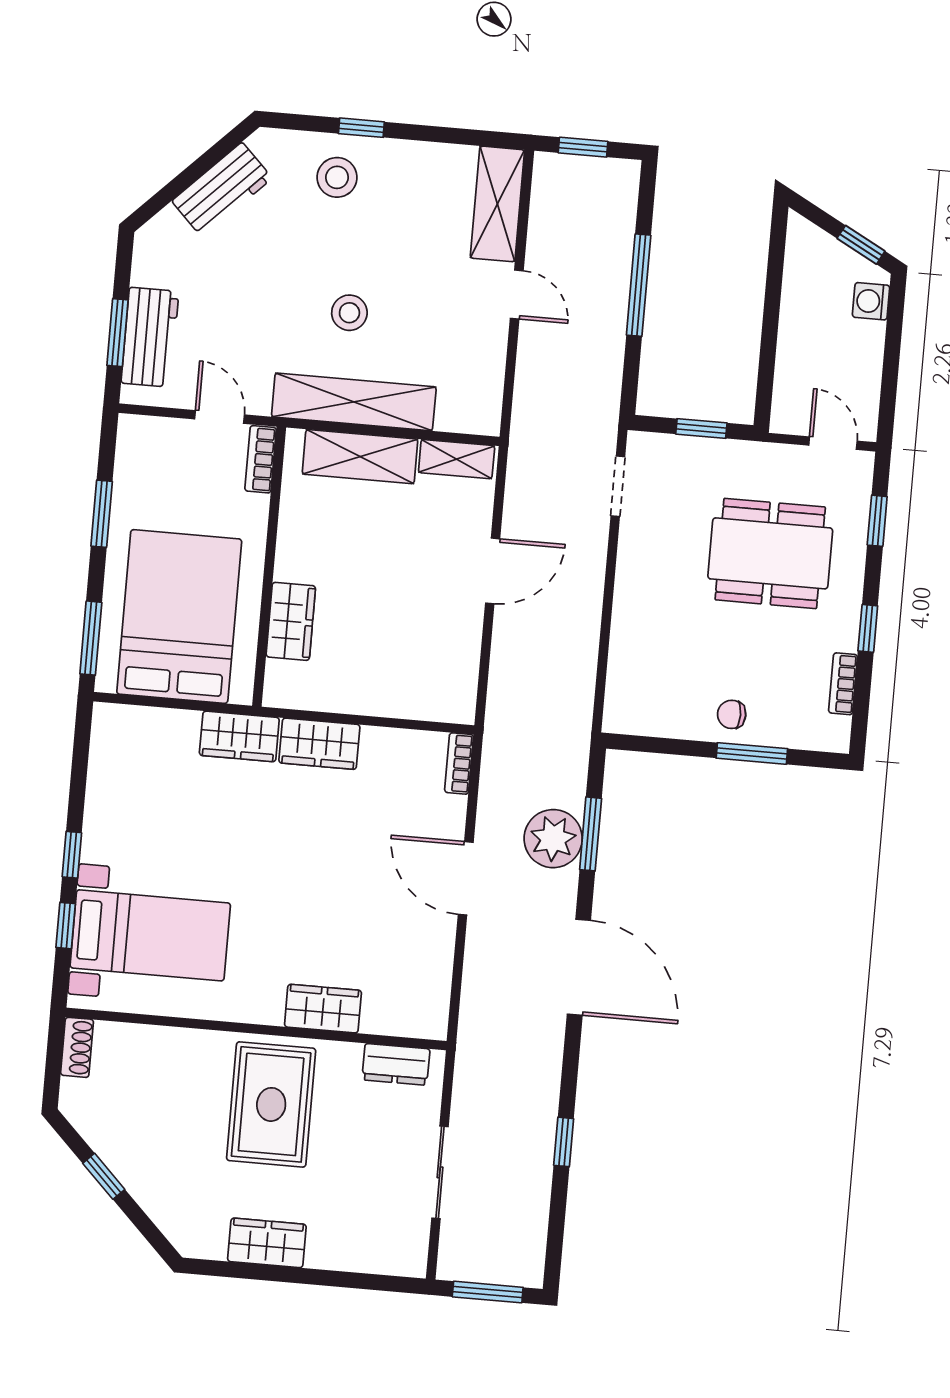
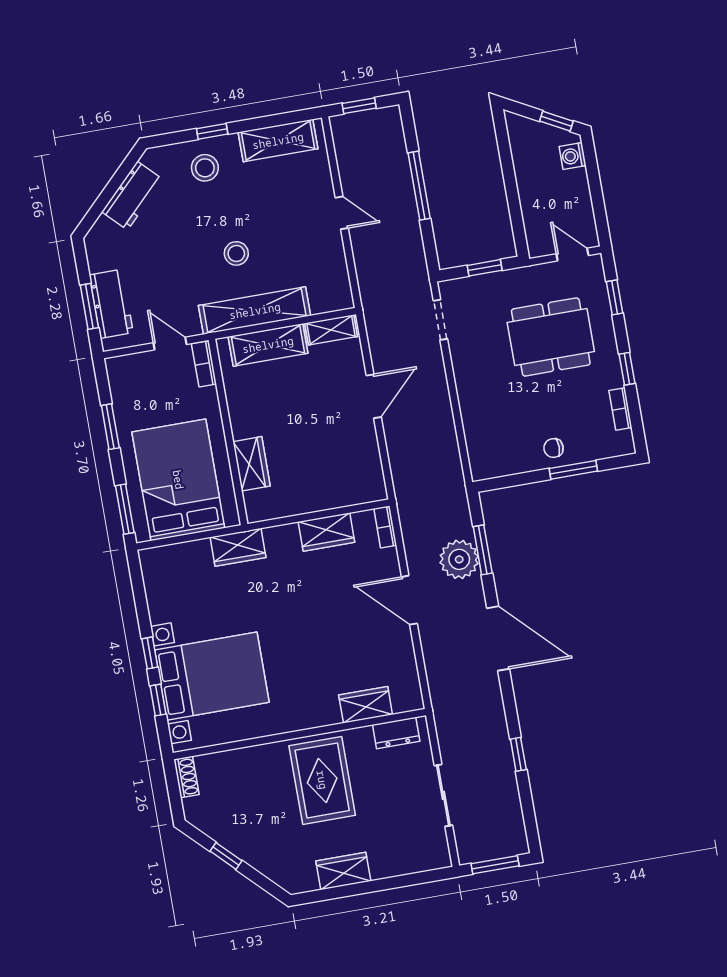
shelving: (497, 204) -> (278, 141), moved, turned 90
wardrobe: (319, 744) -> (326, 532), moved
bed with nightstands: (150, 935) -> (212, 676), width x1.36
wardrobe: (323, 1009) -> (366, 705), moved

